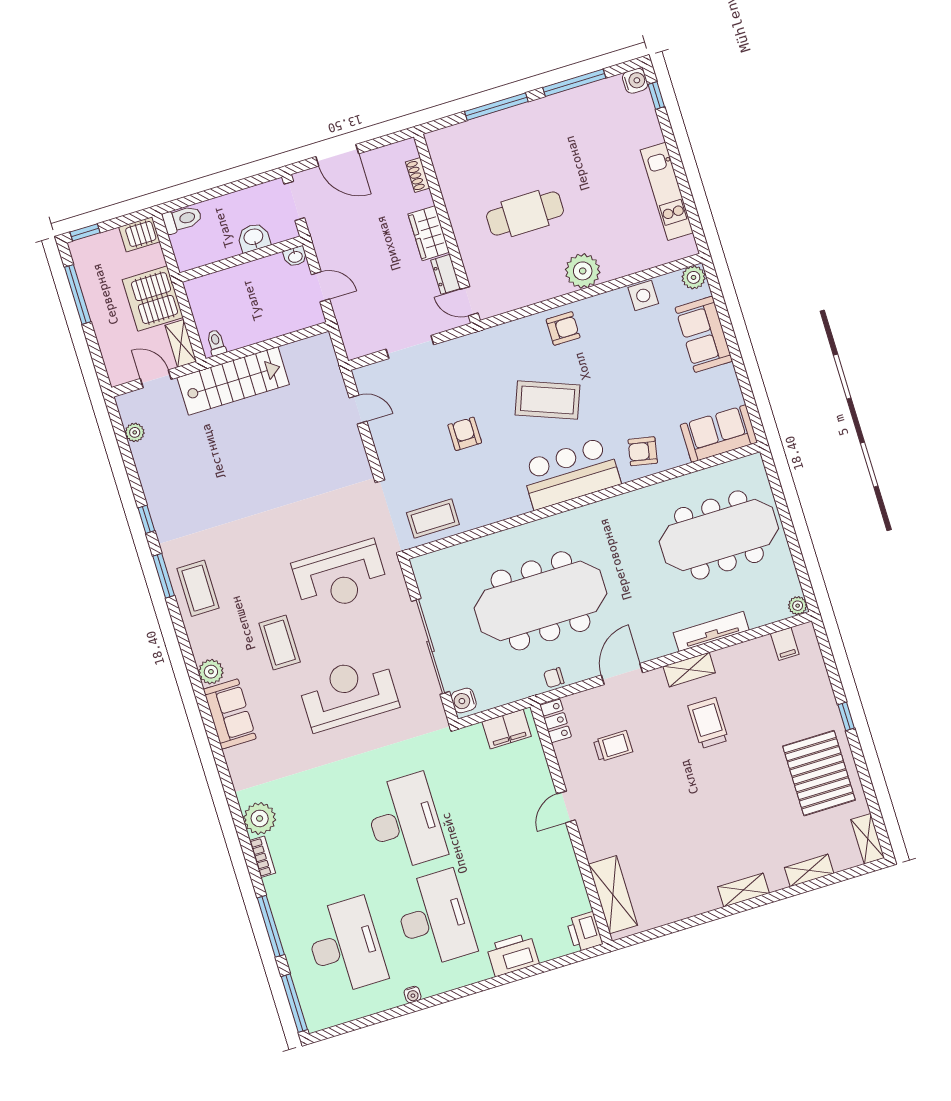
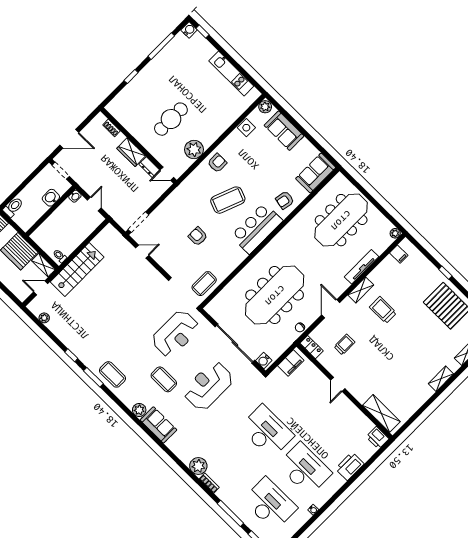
window: (496, 107) -> (131, 77), width x0.46
plant: (583, 271) -> (194, 150), moved
door: (321, 287) -> (94, 204), hinge flipped
doorway: (410, 347) -> (138, 222), moved

